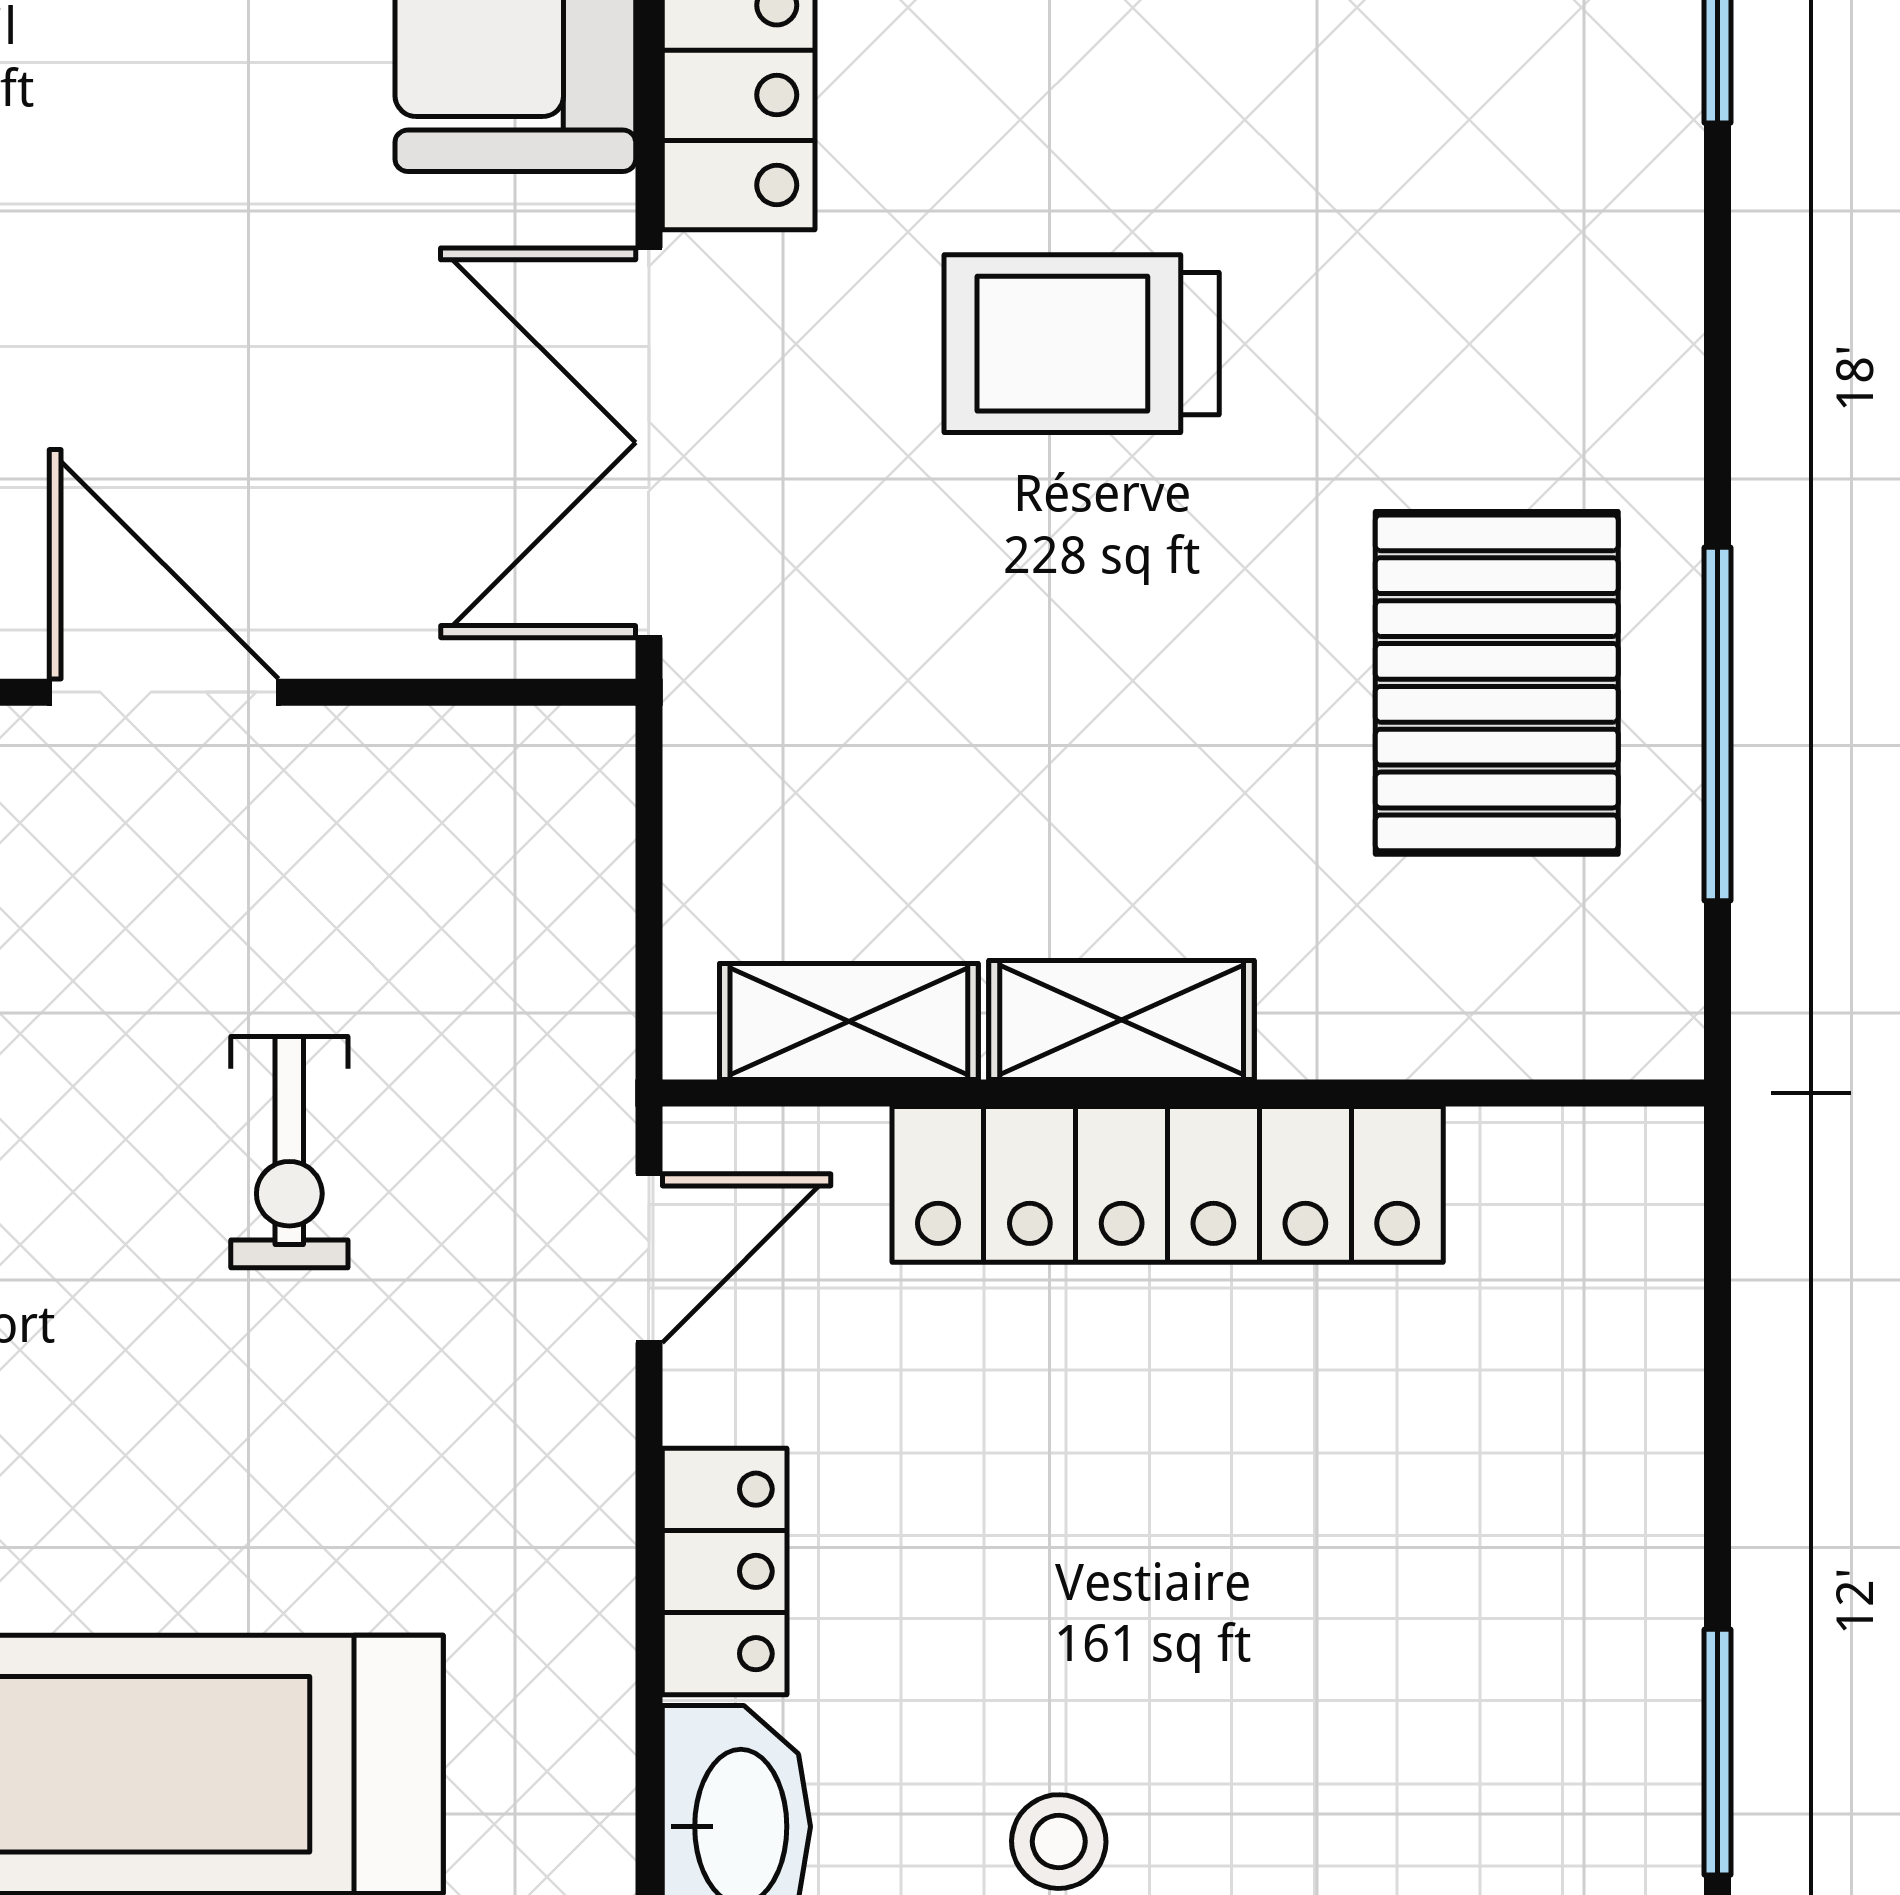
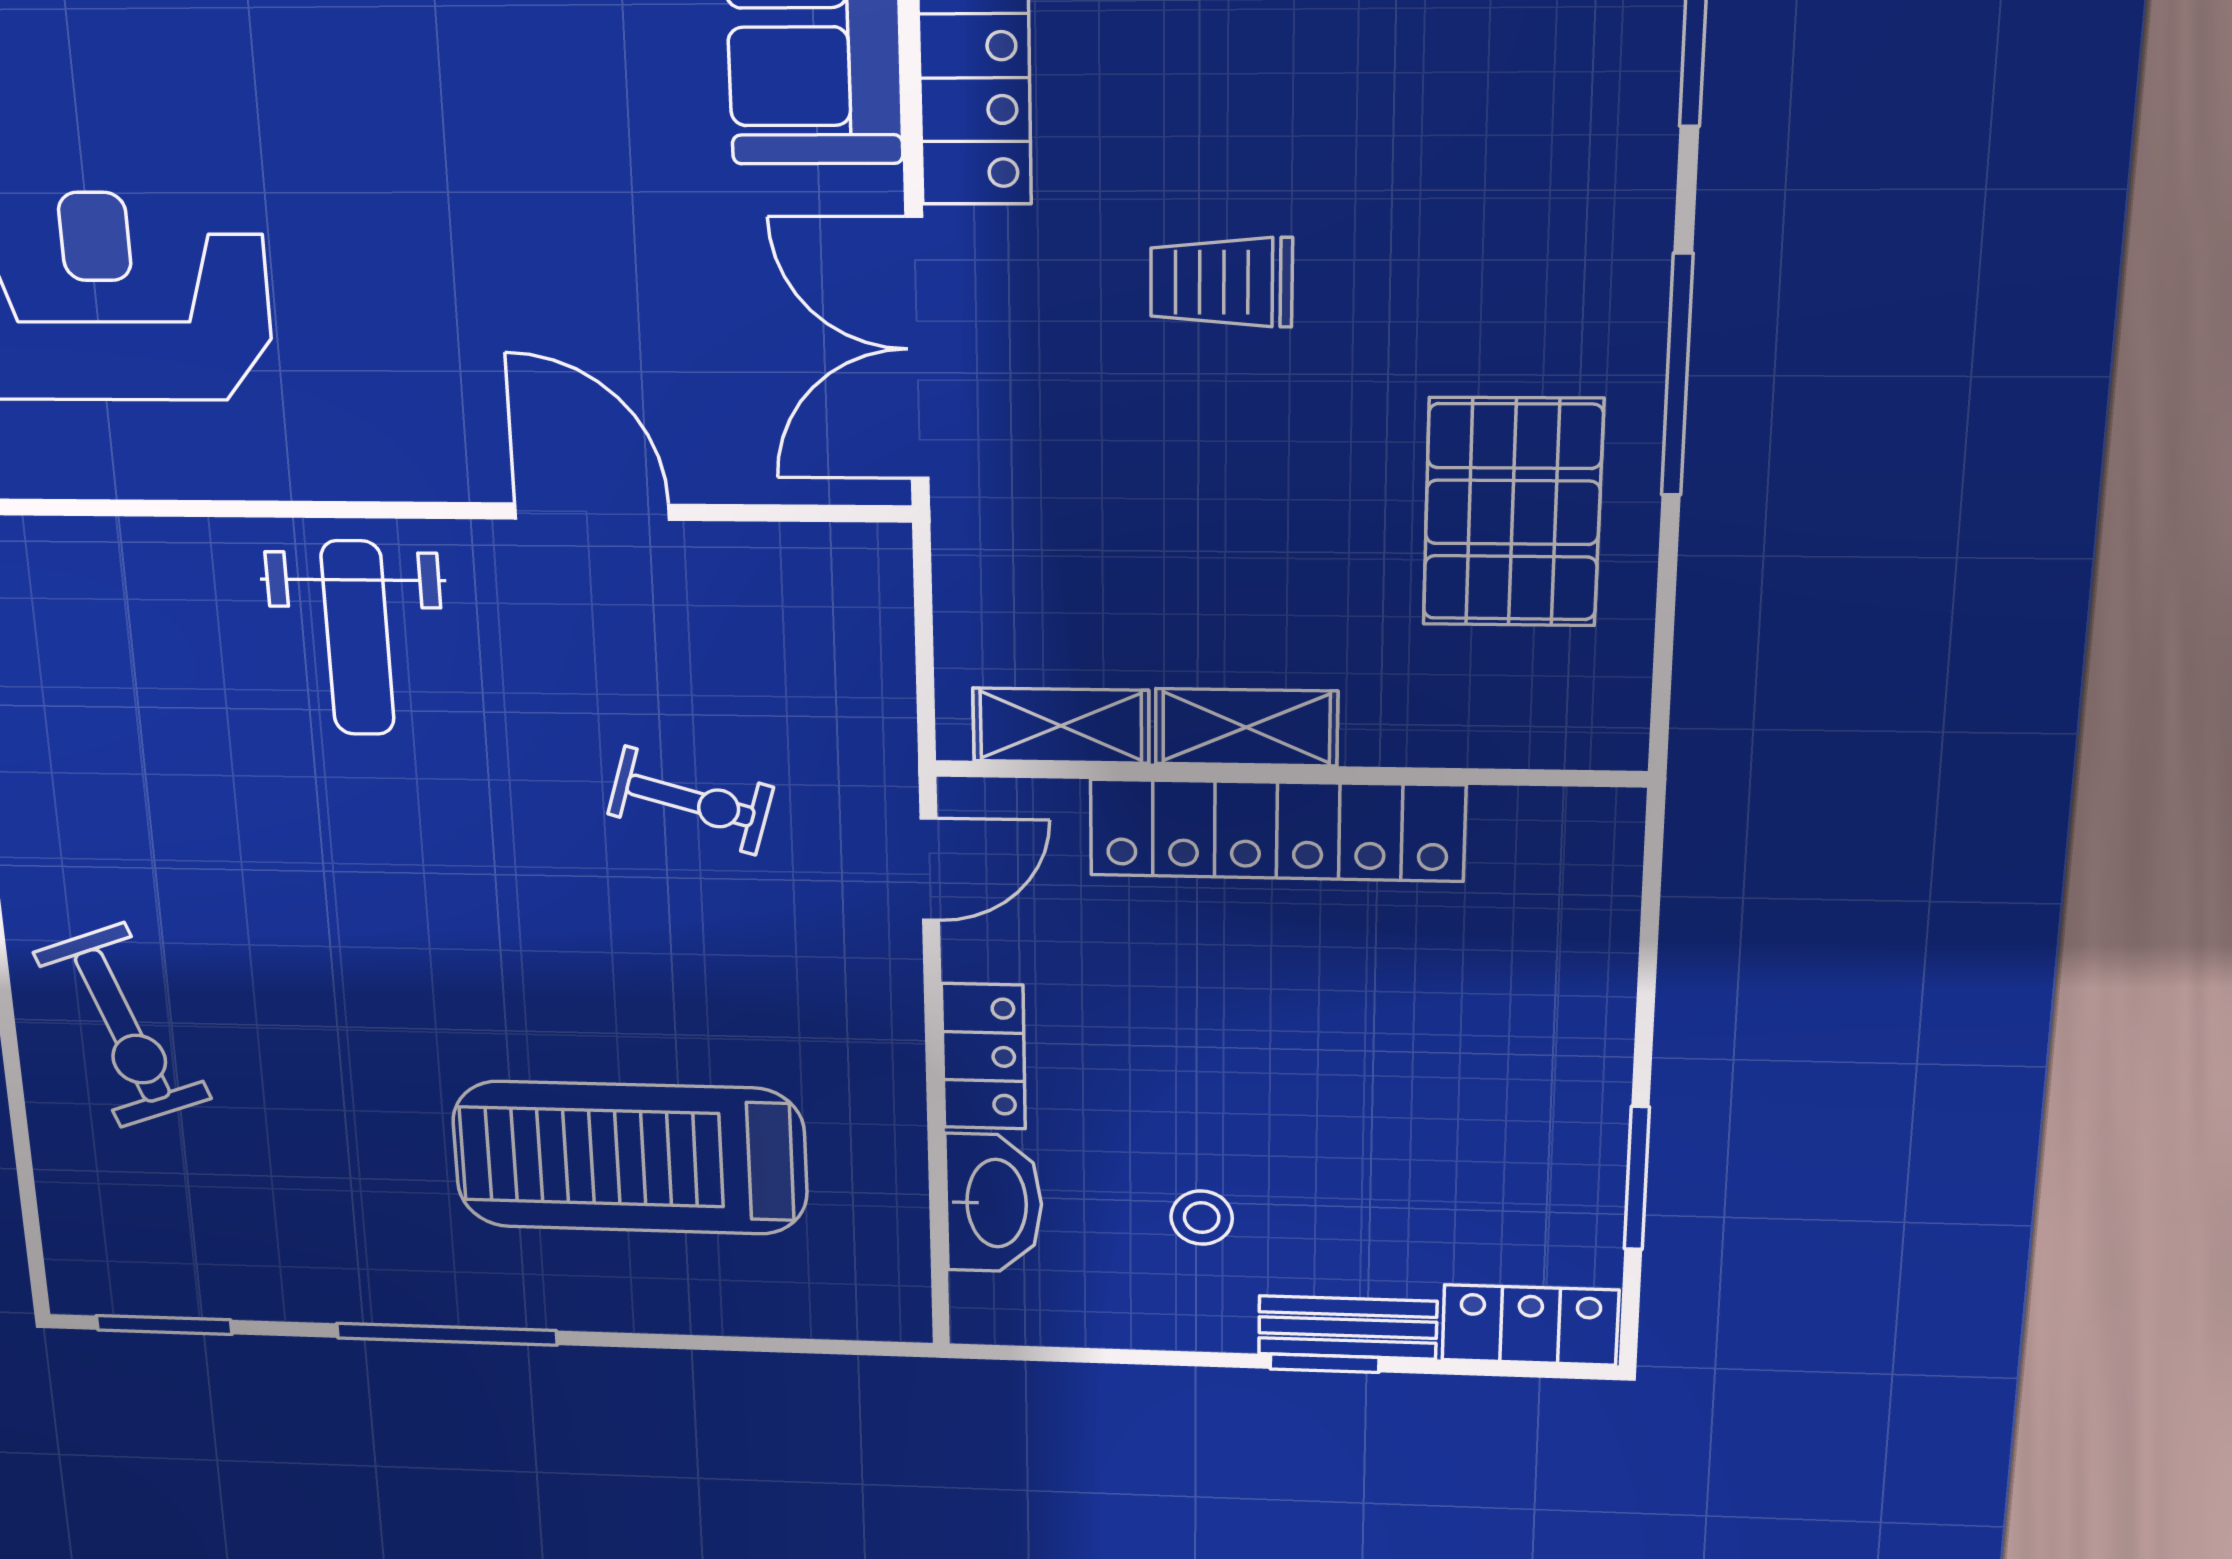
trolley: (1082, 344) -> (1221, 282), width x0.73, depth x0.72
window: (1718, 724) -> (1677, 375), moved
exercise bike: (289, 1152) -> (690, 801), turned -74

